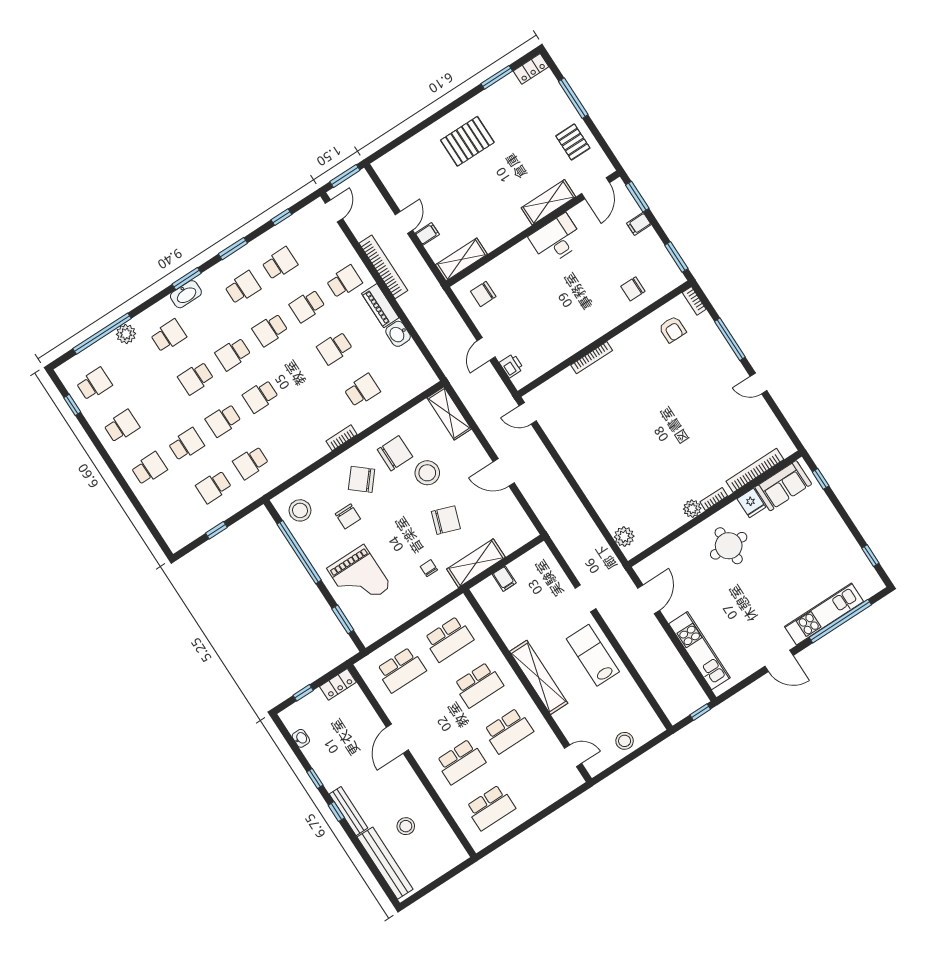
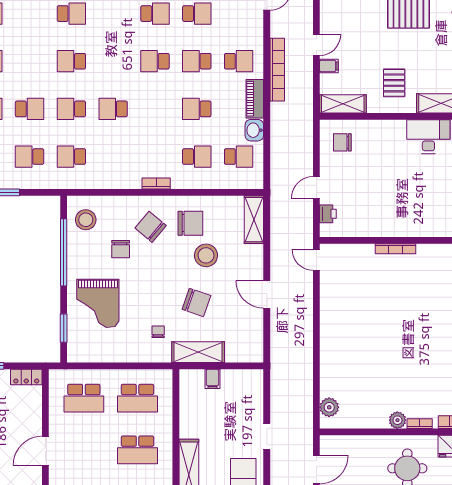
pallet: (495, 211) -> (394, 83), added
school desk: (233, 354) -> (239, 157), moved, turned 180

